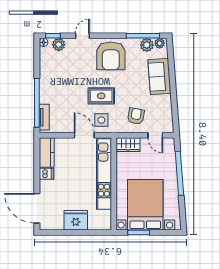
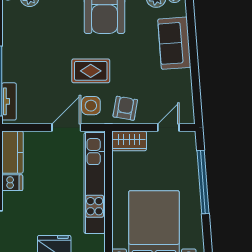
armchair: (136, 116) -> (125, 108), moved
door: (84, 135) -> (66, 127), hinge flipped
door: (155, 135) -> (168, 127), swing flipped

